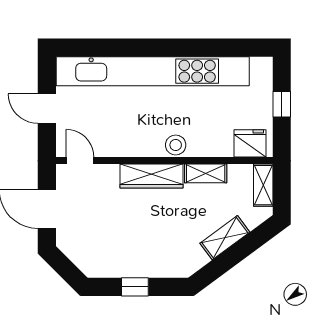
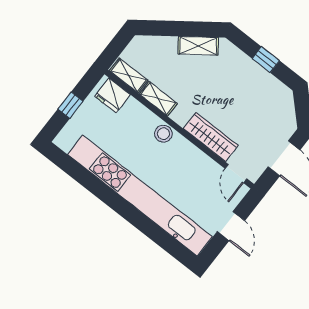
wardrobe: (151, 176) -> (211, 137), moved
shelving: (263, 185) -> (129, 75), moved, turned 90
shelving: (225, 238) -> (198, 46), moved

